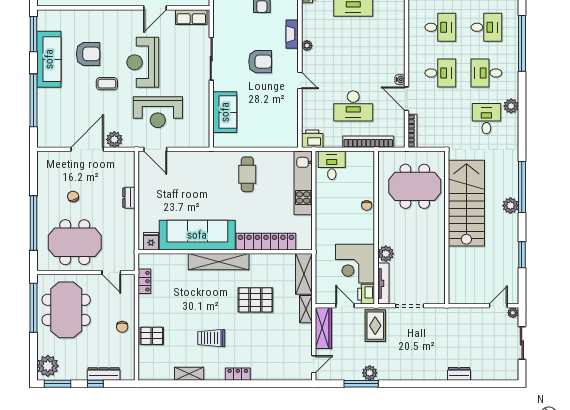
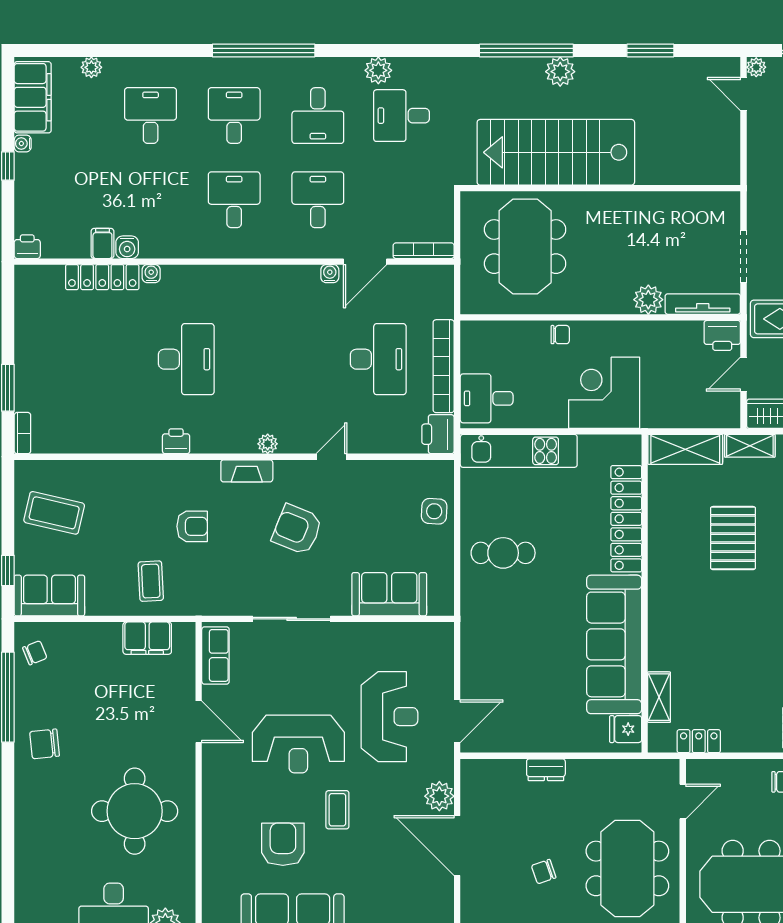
armchair: (260, 62) -> (297, 529), turned -68
side table: (270, 137) -> (434, 511), added
bookcase: (368, 142) -> (444, 366), moved
shelving: (219, 262) -> (659, 697), moved, width x0.45, depth x0.75
corner desk: (355, 264) -> (604, 393), moved, turned 180

